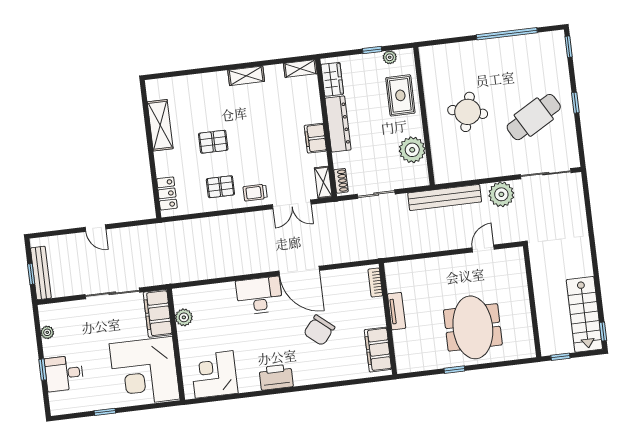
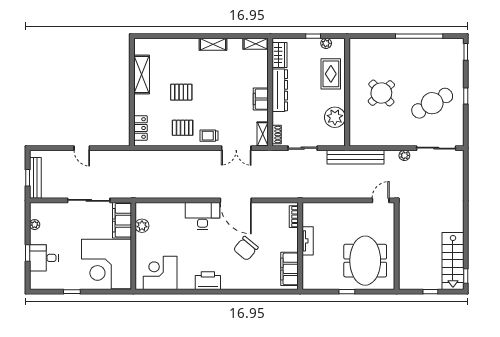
round table: (468, 112) -> (381, 93), turned 33
plant: (501, 194) -> (404, 155), width x0.53, depth x0.53
wall: (532, 301) -> (397, 246), moved

